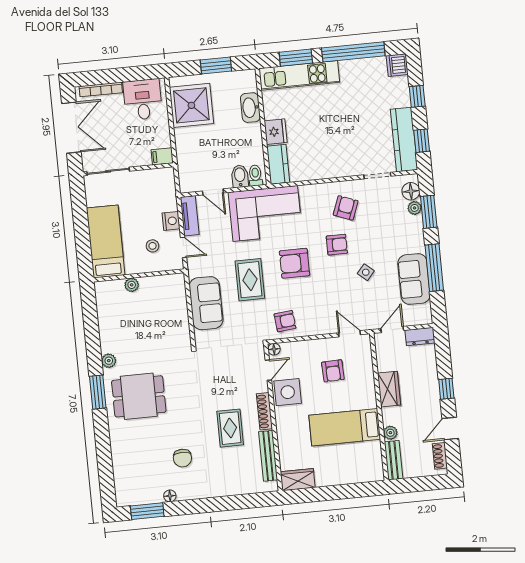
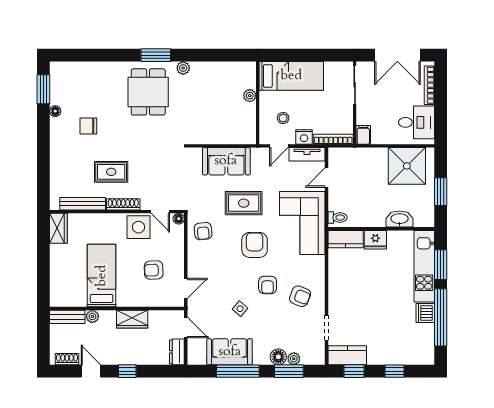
dishwasher: (397, 65) -> (425, 313), moved, turned -90
kitchen counter: (404, 139) -> (347, 355), width x0.67
bidet: (240, 176) -> (338, 203), removed
bookcase: (170, 189) -> (333, 139), added
floor lamp: (411, 191) -> (278, 357), moved

